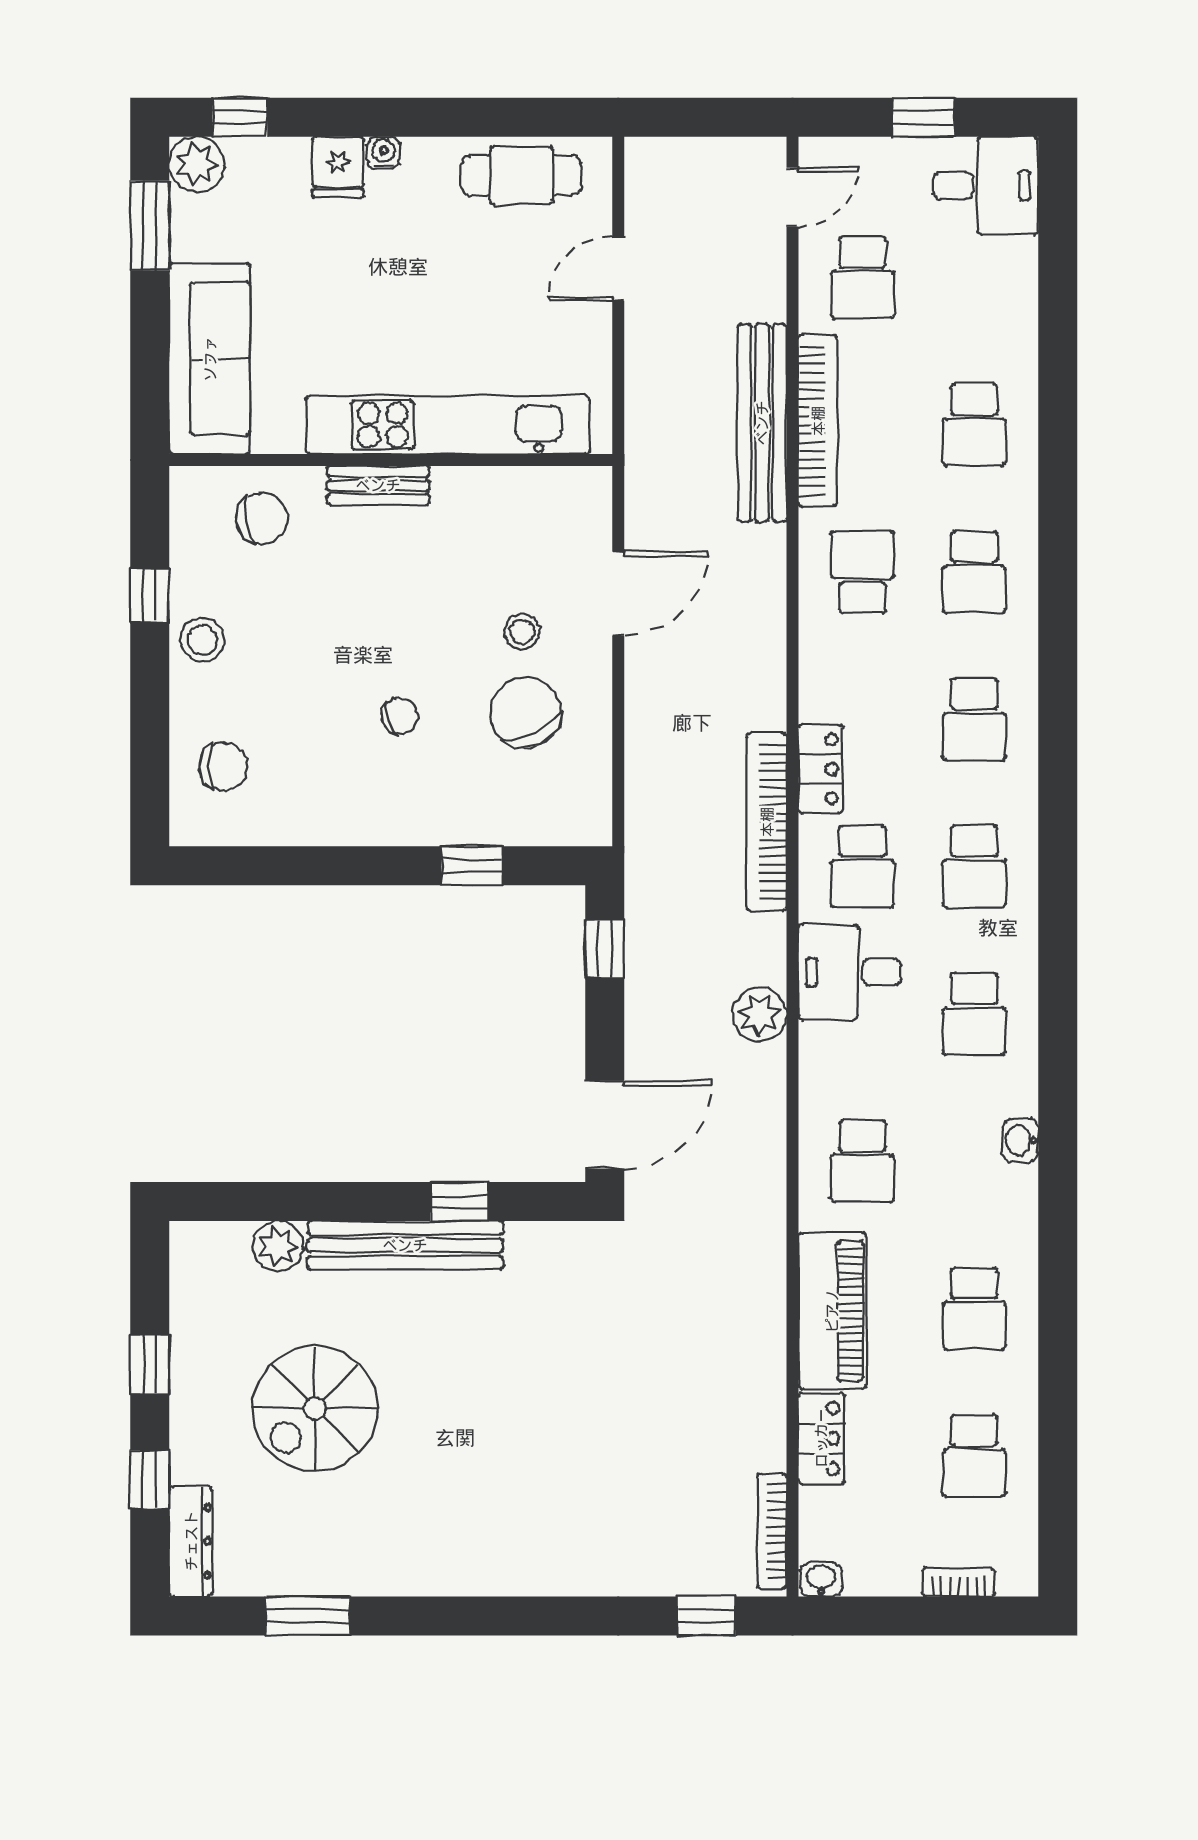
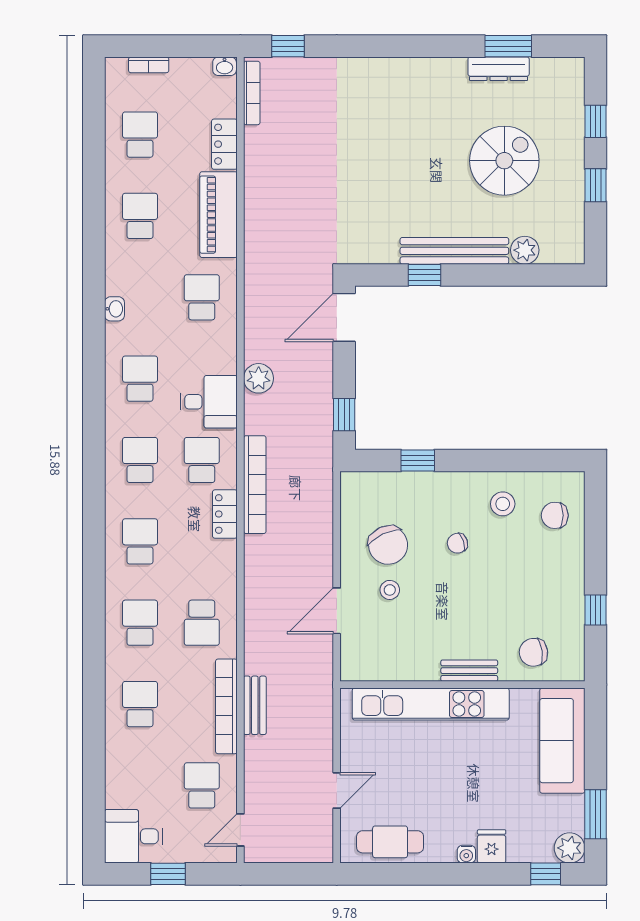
bench: (762, 423) -> (255, 705), width x0.54, depth x0.82
stool: (203, 640) -> (503, 504), moved
dresser: (191, 1541) -> (499, 69), moved, turned -90

